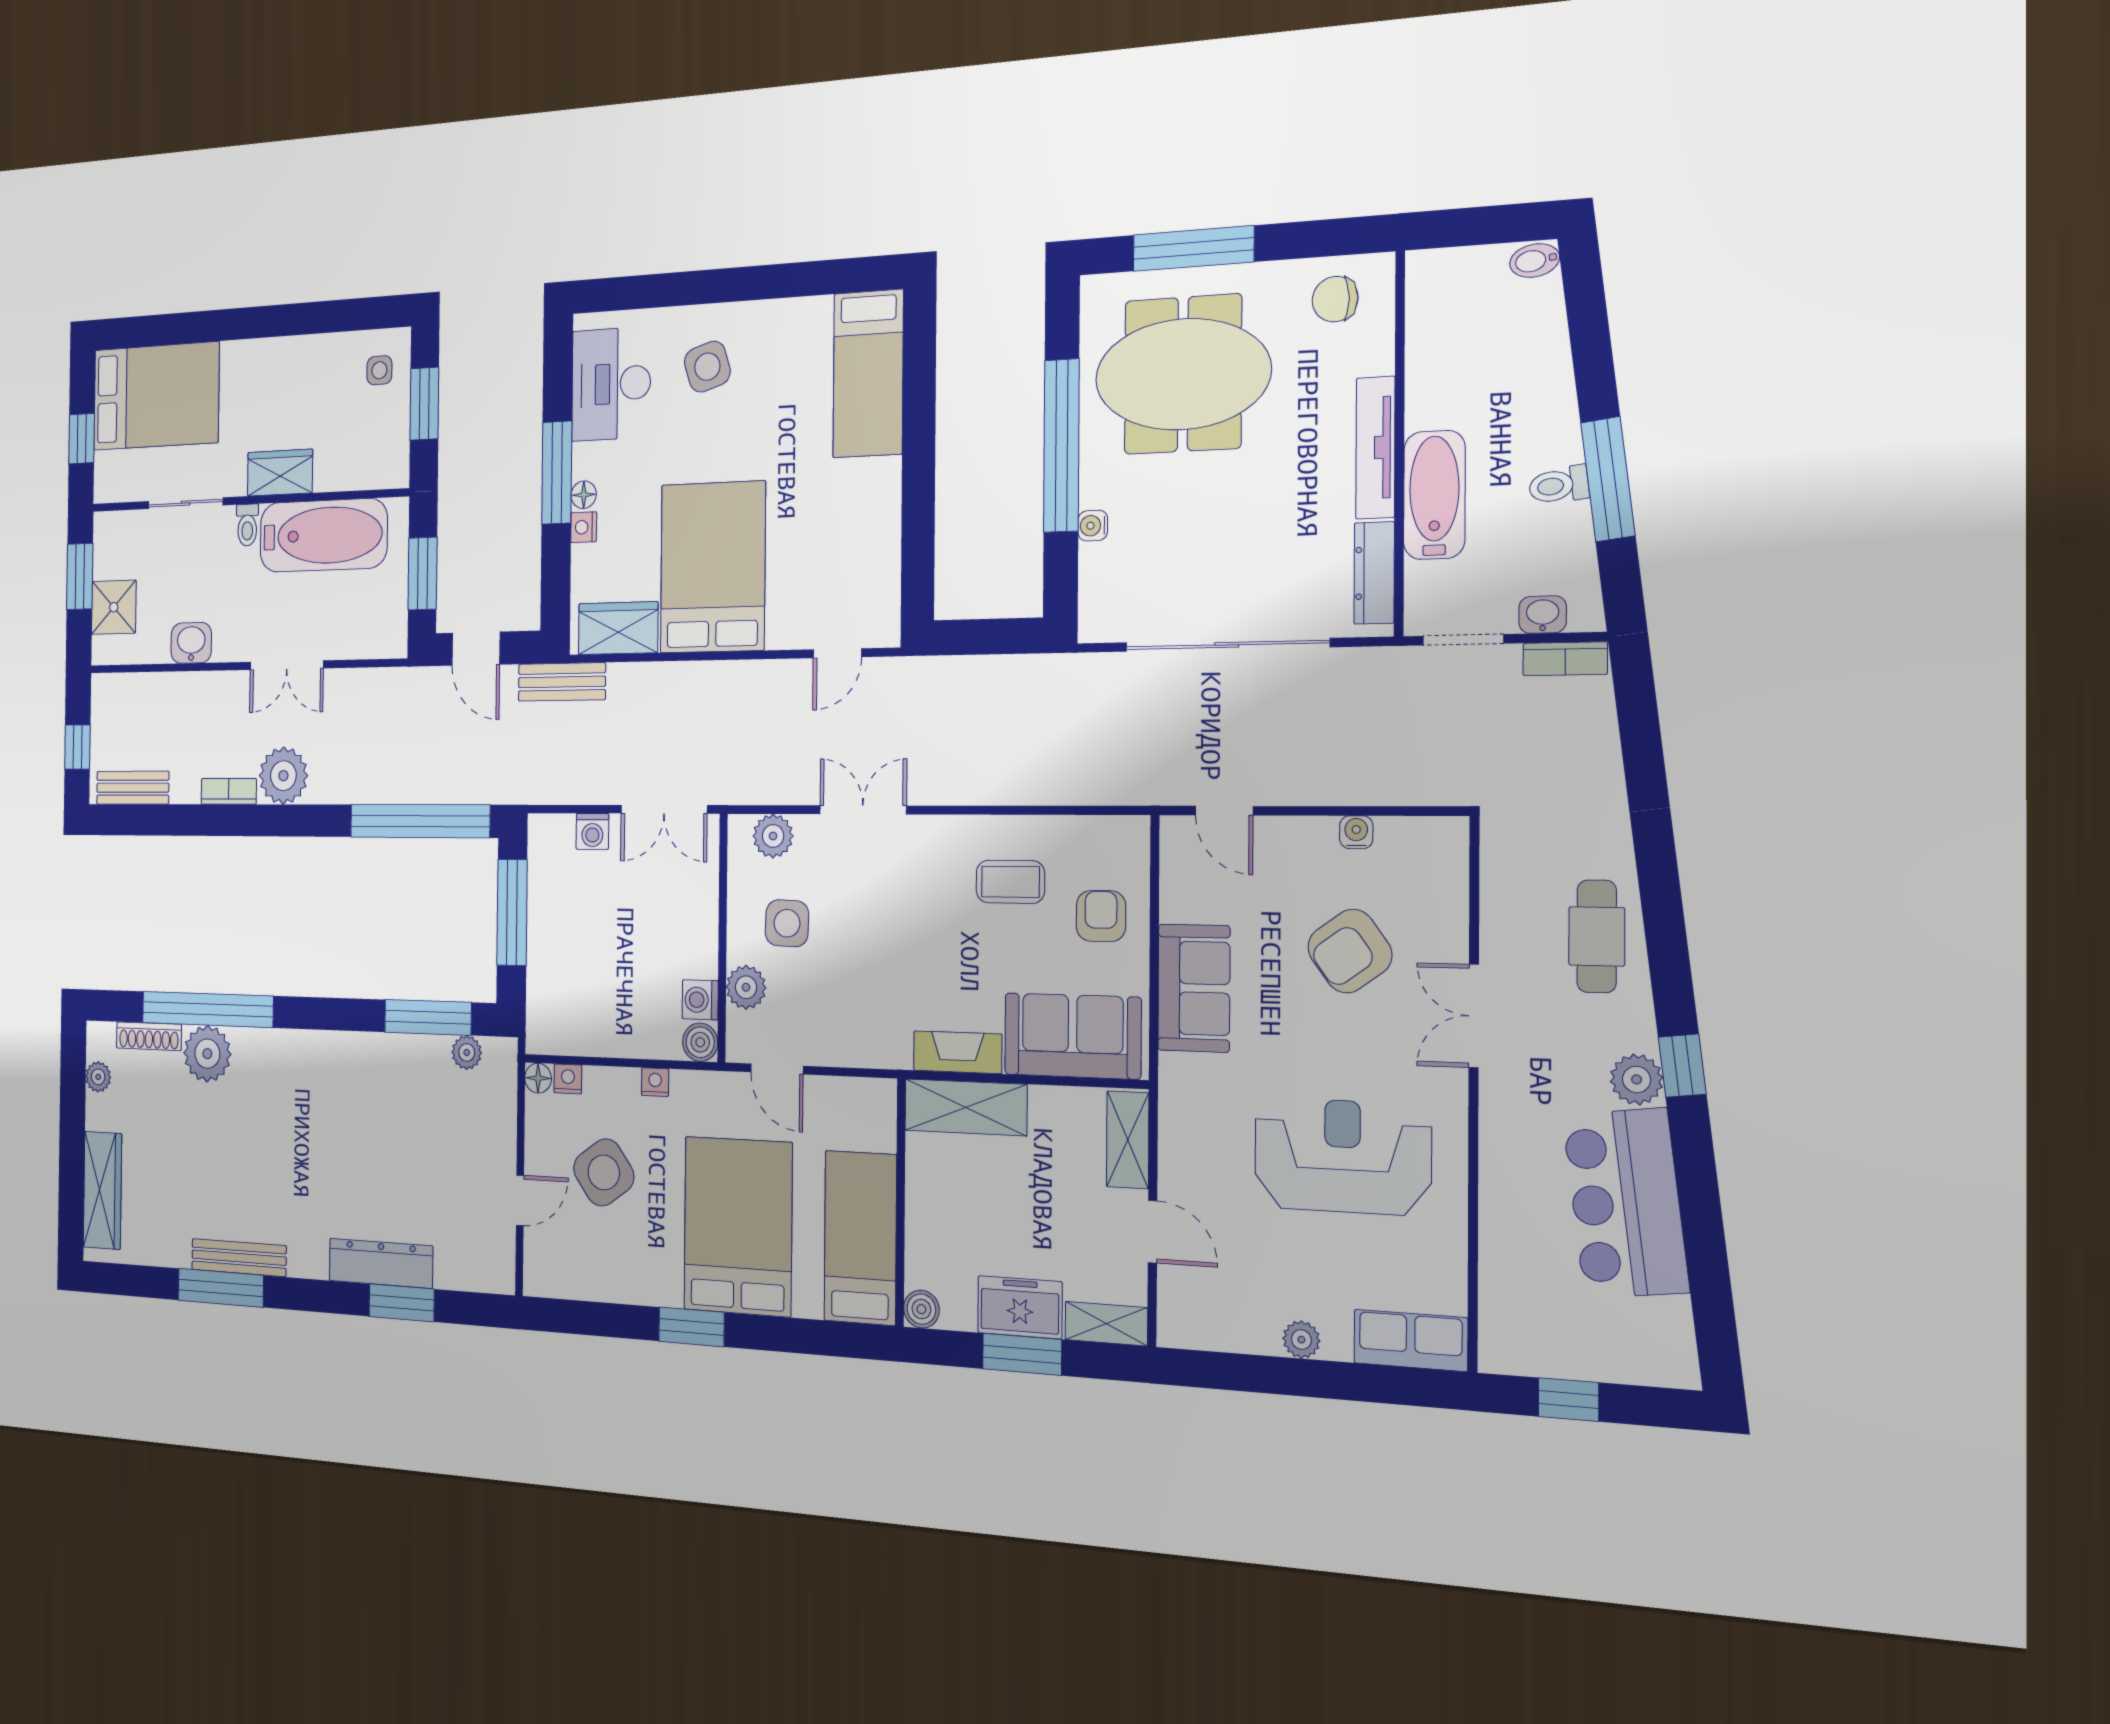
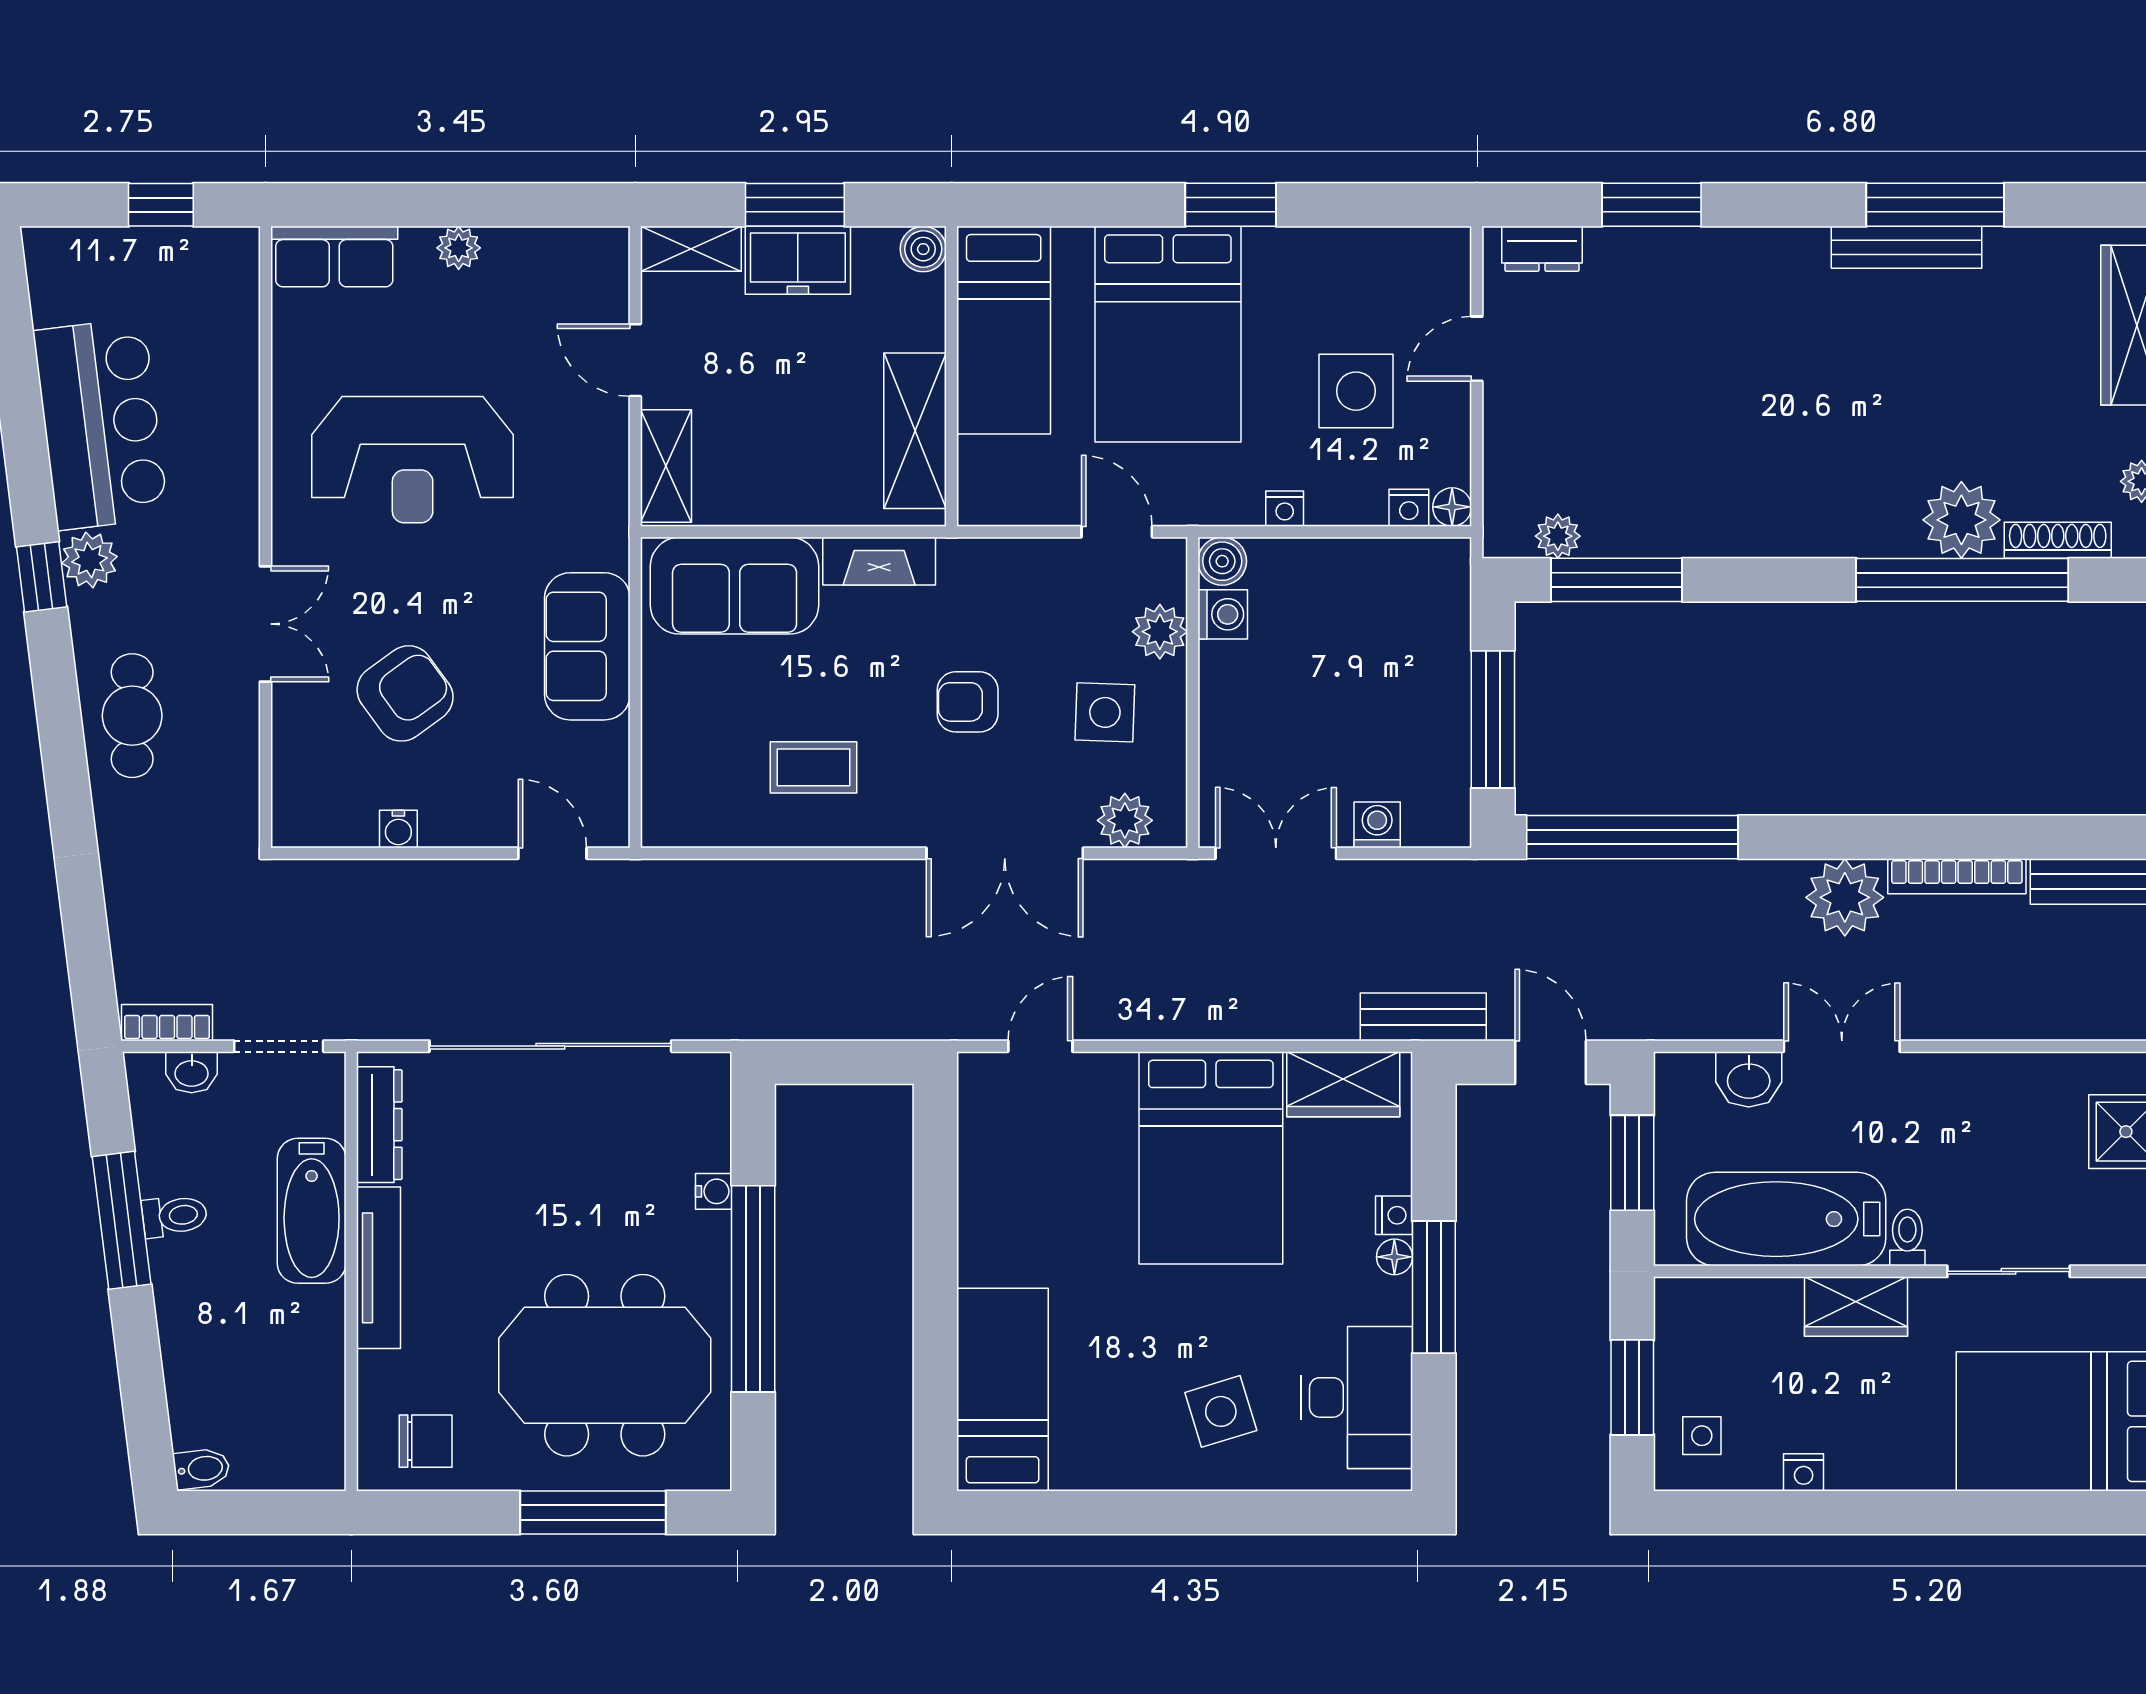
nightstand: (315, 348) -> (1804, 1472), added
washbasin: (191, 643) -> (1749, 1079), moved
bookcase: (229, 791) -> (1957, 876), width x1.56
double door: (863, 810) -> (1005, 853), width x1.37
armchair: (1101, 916) -> (968, 702), moved, turned 90
shelving: (966, 1107) -> (915, 431), moved, turned 90
side table: (604, 1172) -> (1356, 391), turned 36
dresser: (381, 1263) -> (1542, 249), moved, width x0.51, depth x0.80

